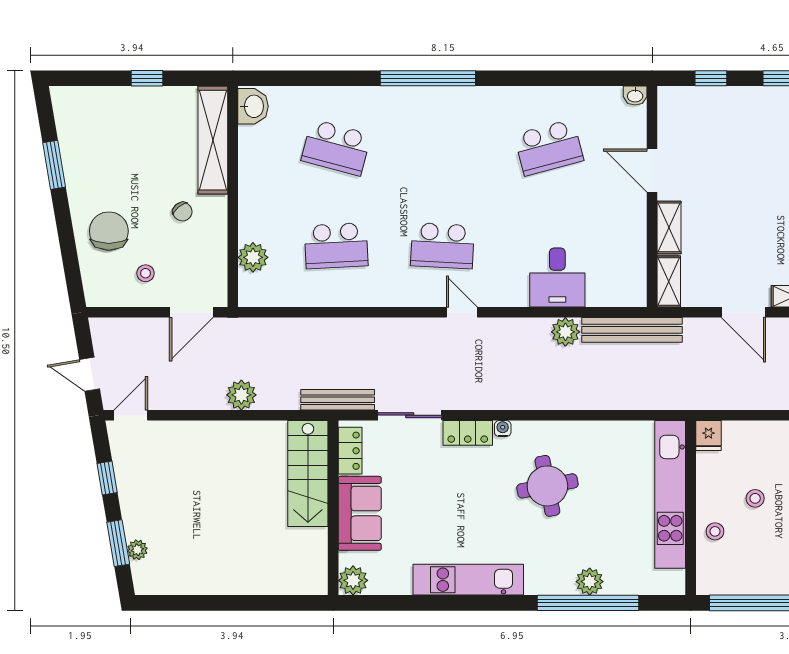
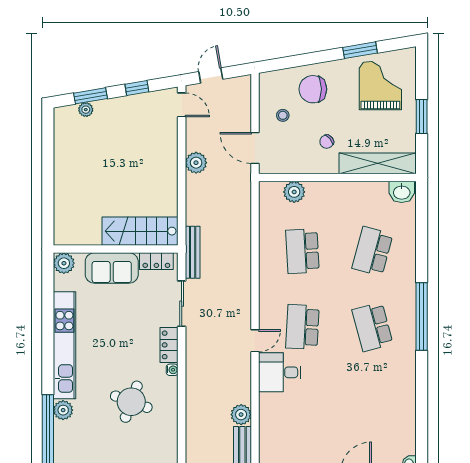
window: (147, 78) -> (422, 116), width x1.50
grand piano: (104, 136) -> (380, 86), added
school desk: (549, 147) -> (372, 327), moved
chair: (109, 231) -> (313, 89), turned 180
desk: (557, 278) -> (280, 372), moved
plant: (241, 395) -> (196, 163), moved
round table: (547, 486) -> (131, 402), turned 31
kitchen unit: (468, 580) -> (64, 345), width x1.36
plant: (590, 582) -> (63, 410), moved

